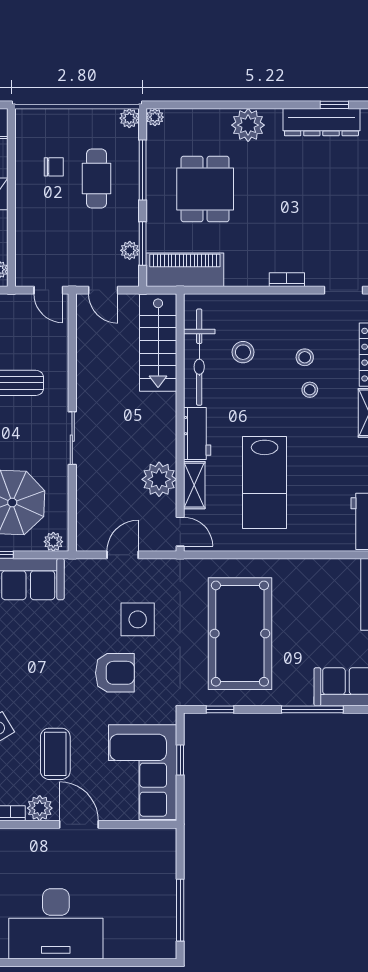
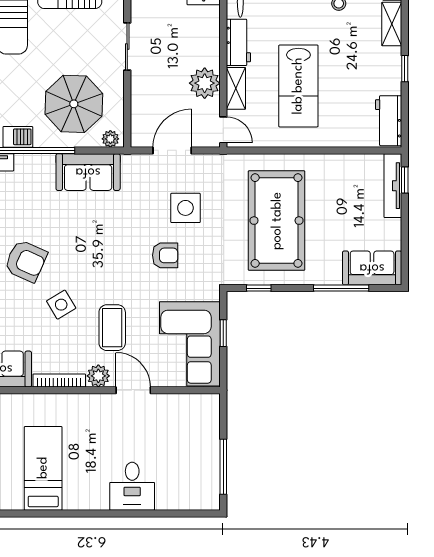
door: (123, 555) -> (172, 150), width x1.38
armchair: (115, 673) -> (165, 255), width x0.72, depth x0.72
desk: (56, 924) -> (132, 486), width x0.53, depth x0.77

